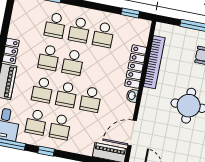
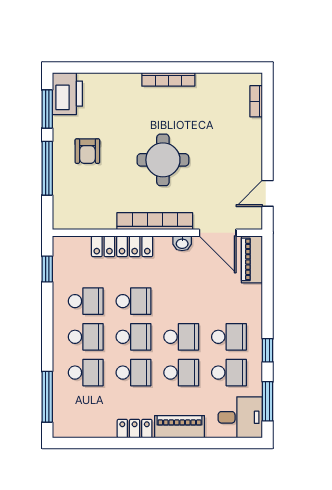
bookcase: (154, 62) -> (155, 221), moved
washbasin: (132, 96) -> (182, 243), moved
school desk: (91, 99) -> (133, 301), moved

